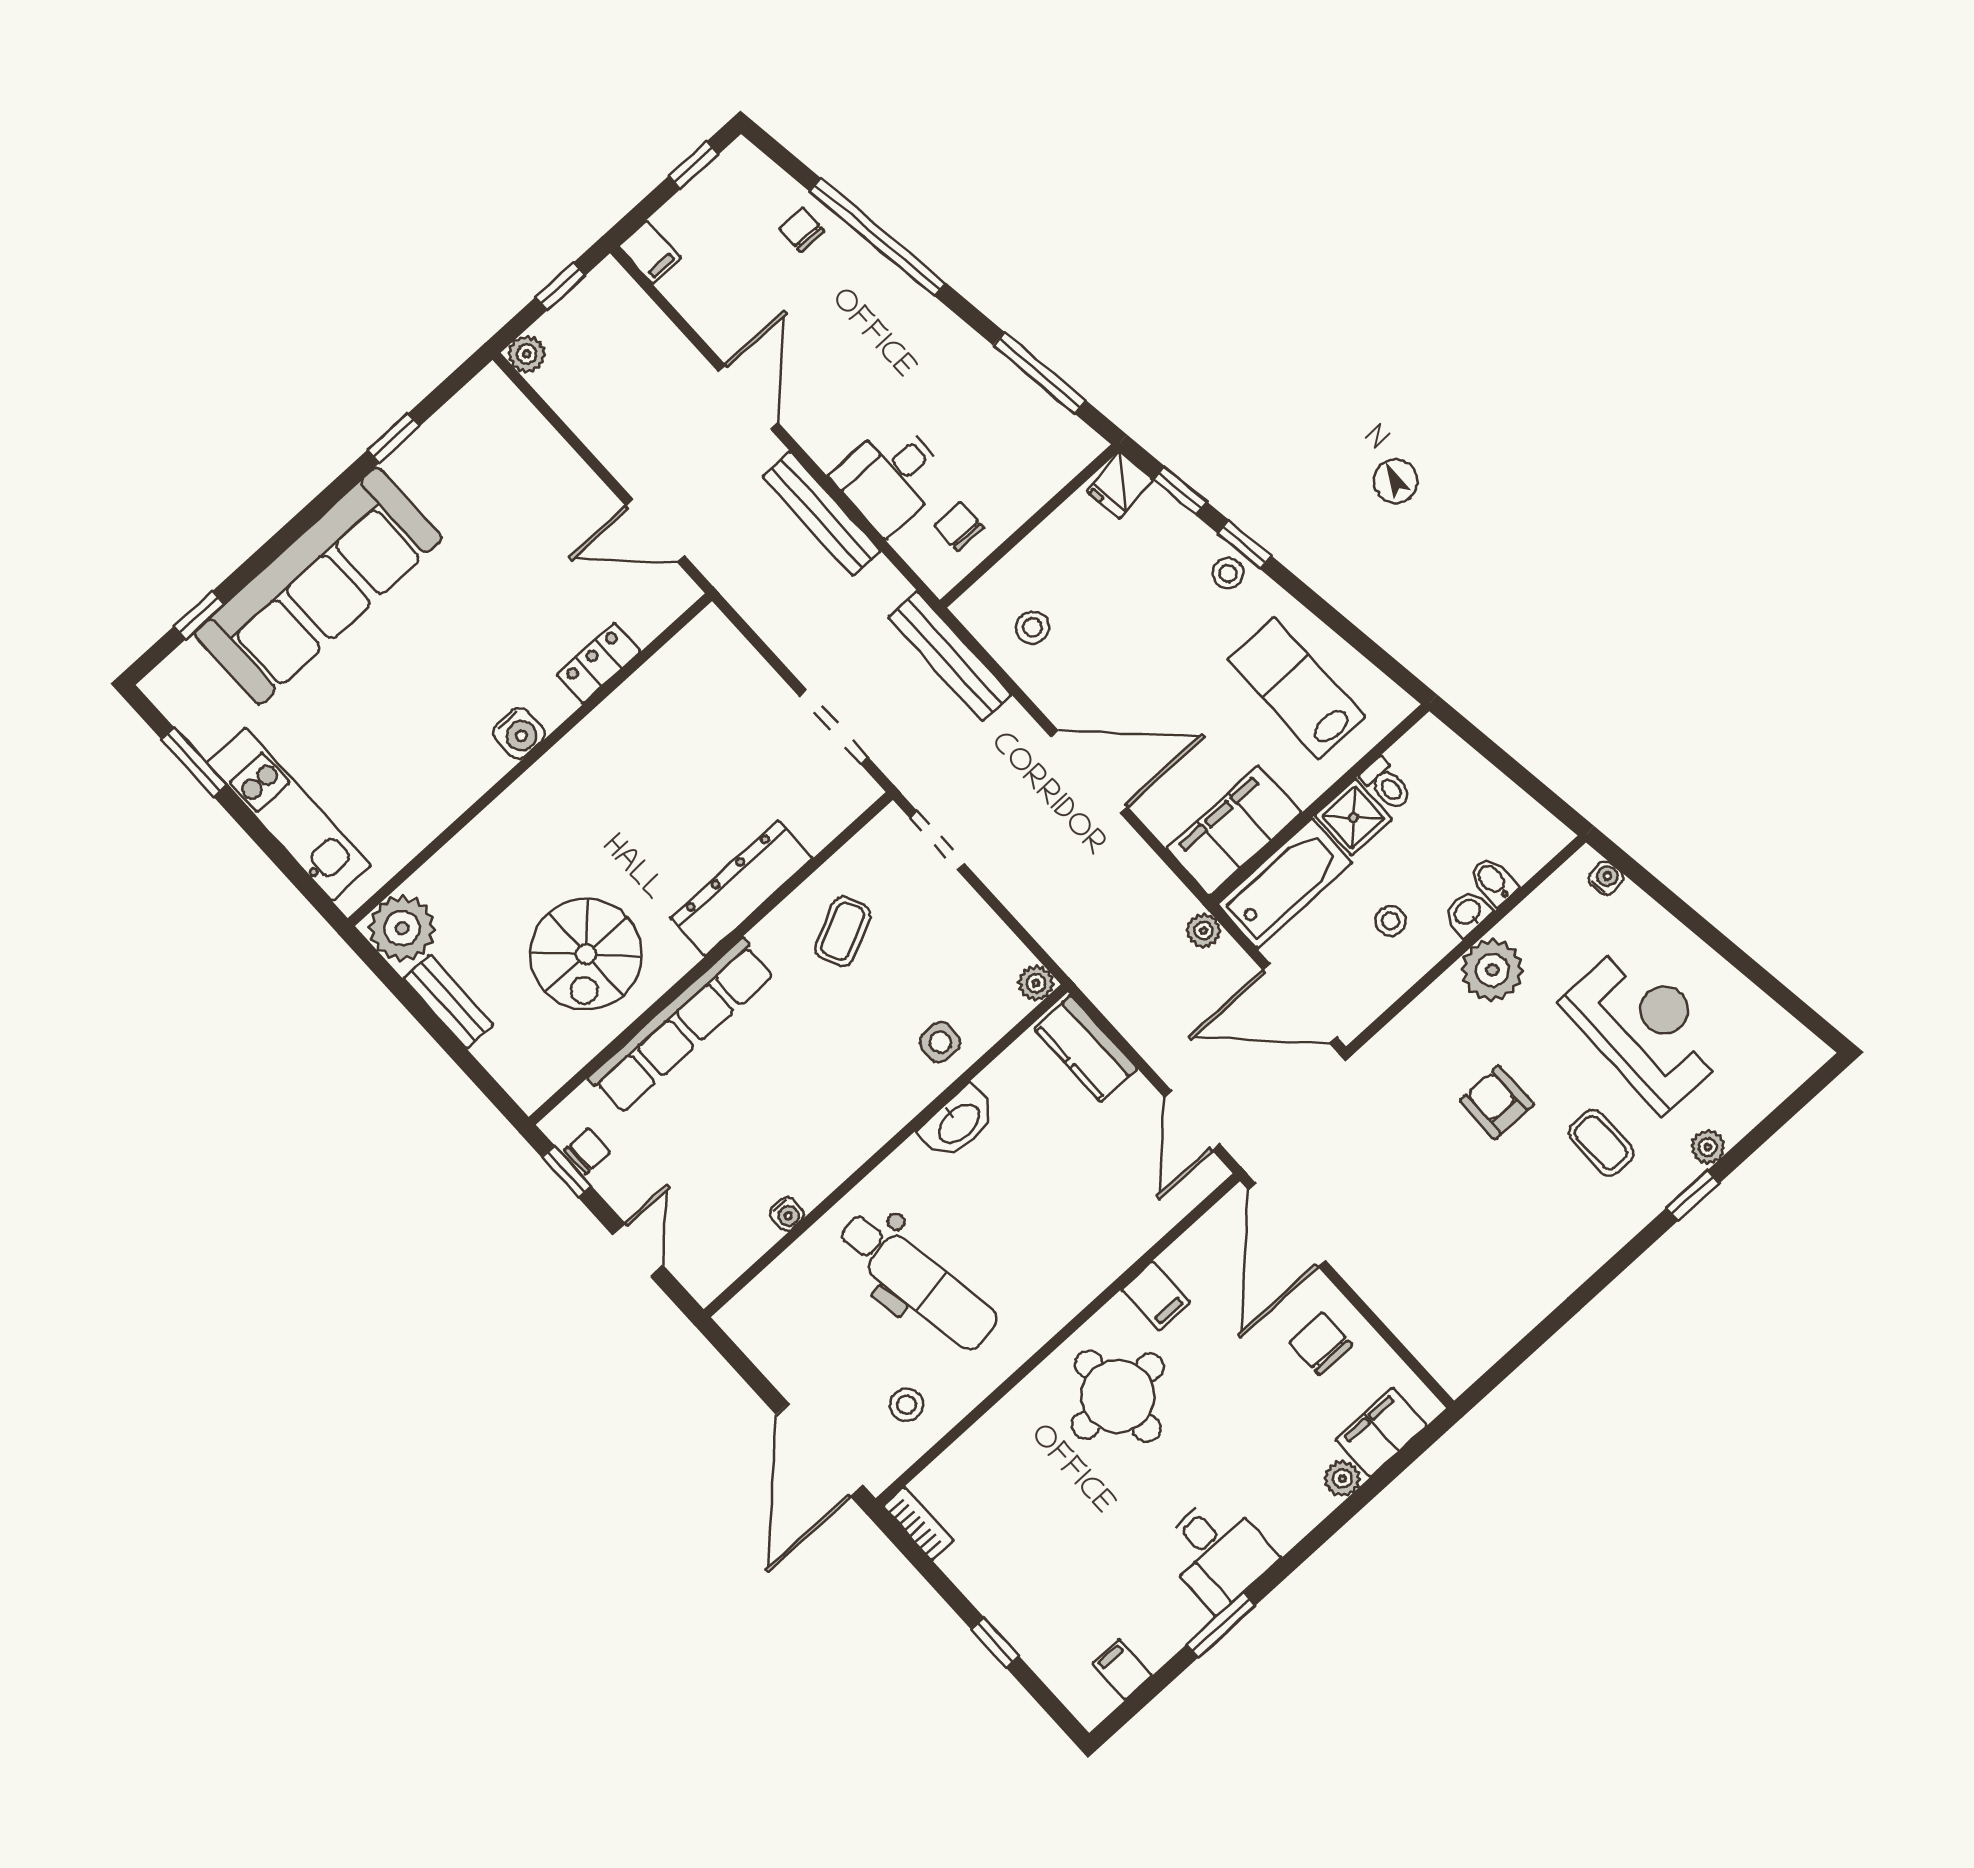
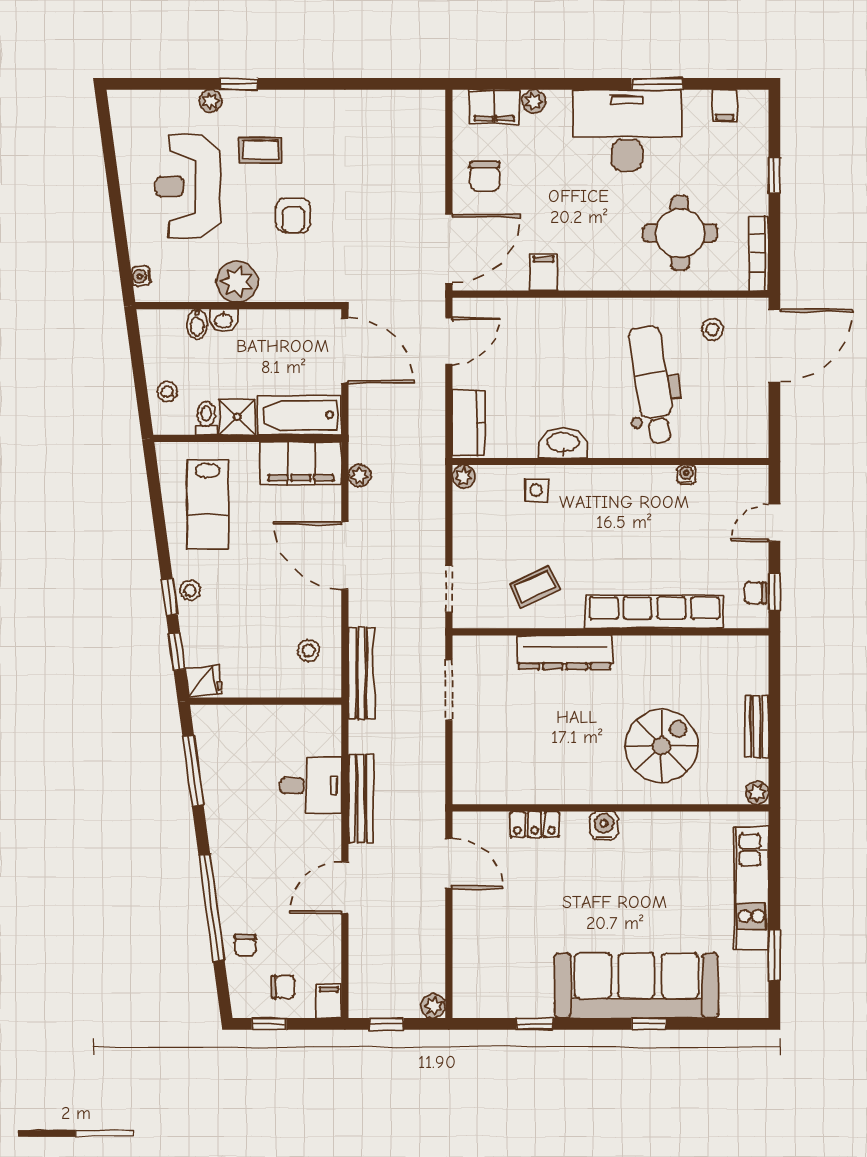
chair: (959, 527) -> (283, 987), moved, turned -90
window: (199, 615) -> (649, 1024), moved
stool: (1390, 921) -> (167, 392), moved
plant: (402, 928) -> (757, 793), width x0.53, depth x0.53
plant: (1204, 931) -> (359, 476), moved
spiral stairs: (586, 954) -> (661, 746), moved
coffee table: (1601, 1143) -> (260, 150), turned 90
round table: (1118, 1396) -> (680, 233), moved
bookcase: (918, 1523) -> (759, 253), width x1.56
desk: (1217, 1552) -> (627, 130), width x1.87, depth x1.30

